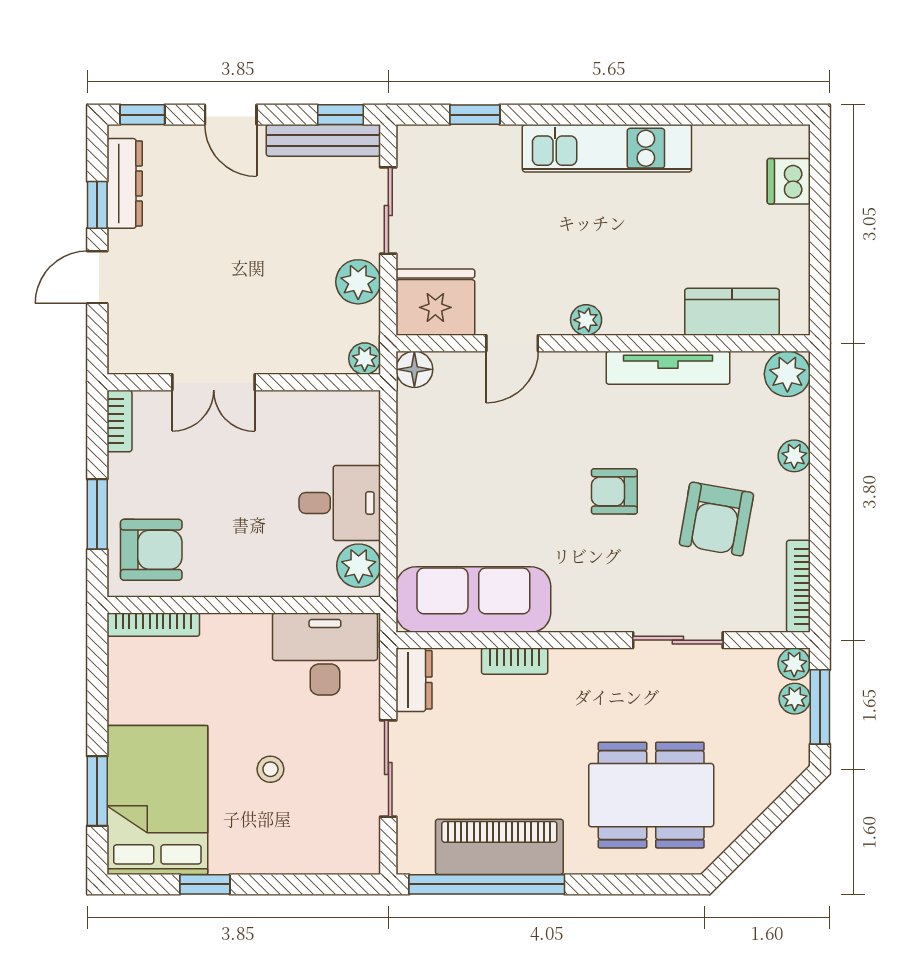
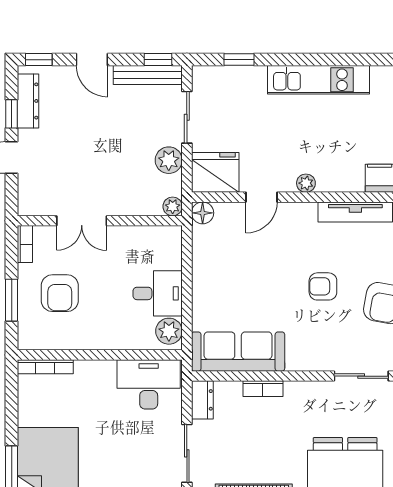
armchair: (151, 550) -> (60, 293), moved, turned 90
stool: (270, 769) -> (116, 454), removed

